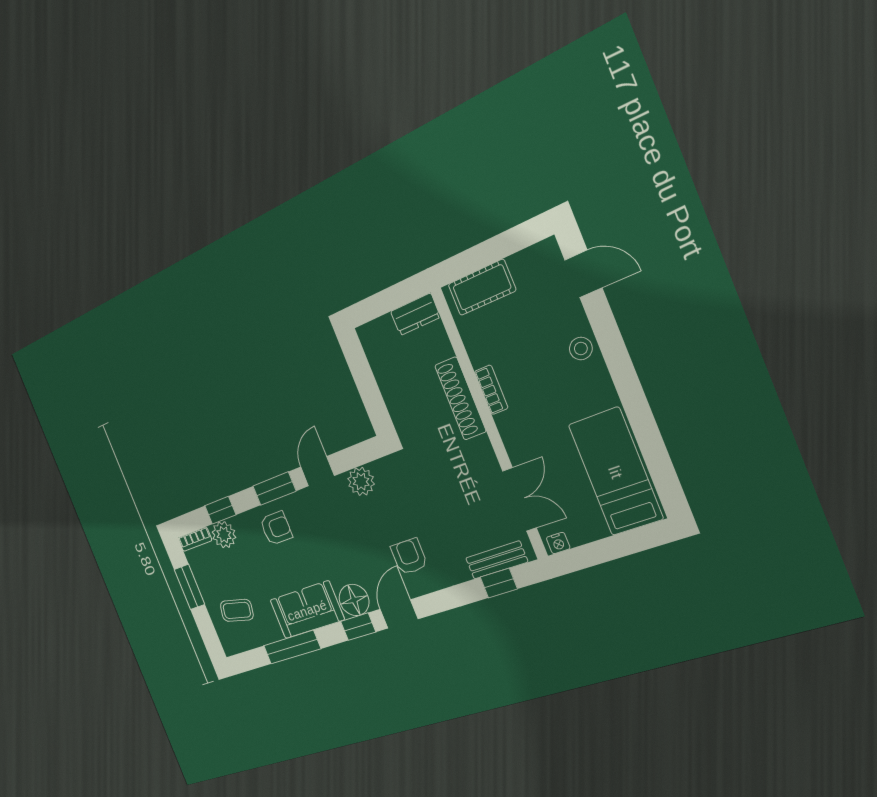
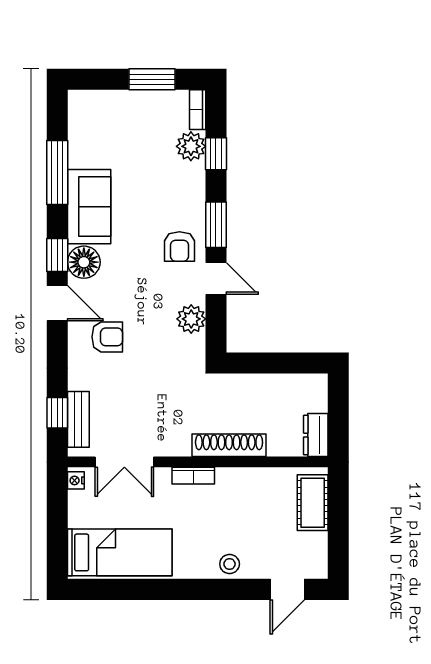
bookcase: (491, 390) -> (193, 476), moved
armchair: (276, 528) -> (179, 247), moved
coffee table: (237, 610) -> (112, 125), removed

